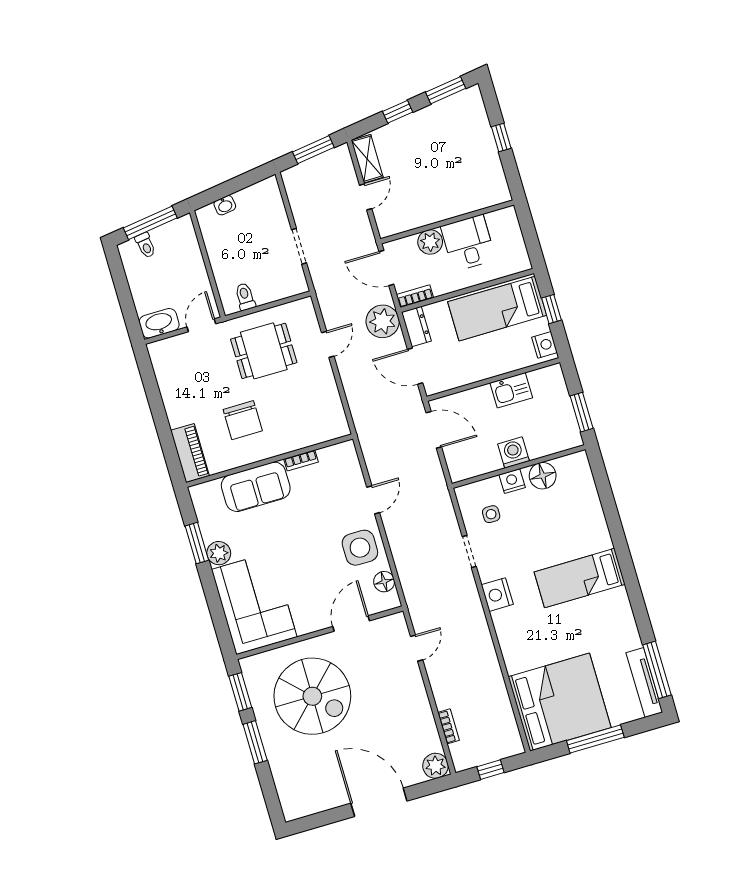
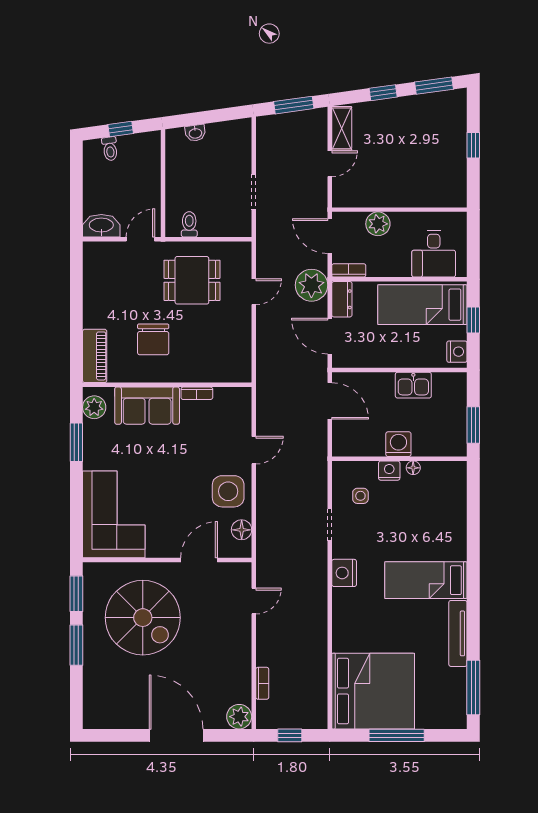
window: (150, 223) -> (121, 129), width x0.46
desk: (468, 243) -> (434, 254), moved, turned 180
floor lamp: (543, 476) -> (413, 468), width x0.53, depth x0.53
plant: (219, 553) -> (94, 407), moved
tv unit: (644, 683) -> (458, 633), moved

